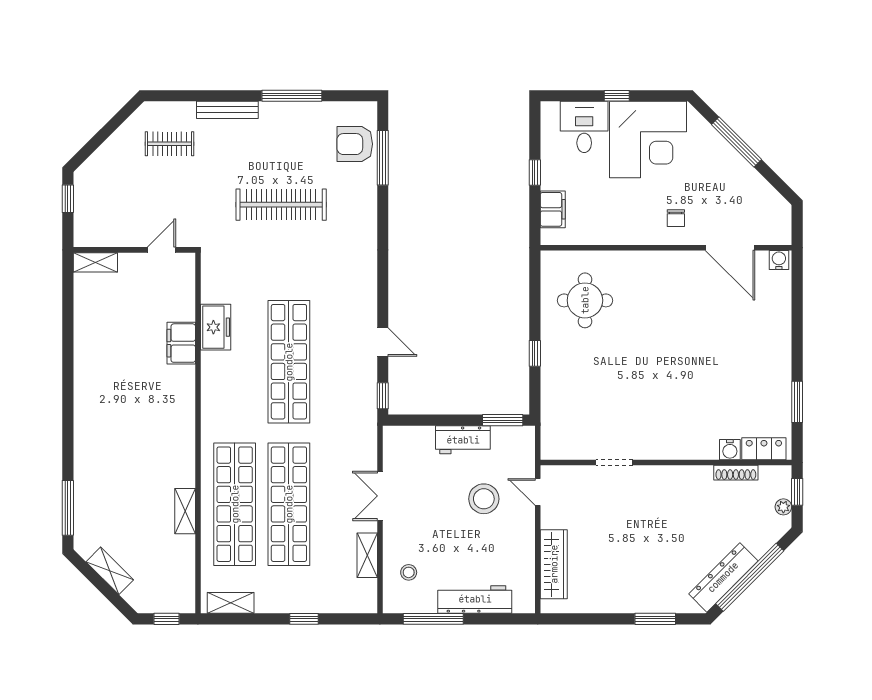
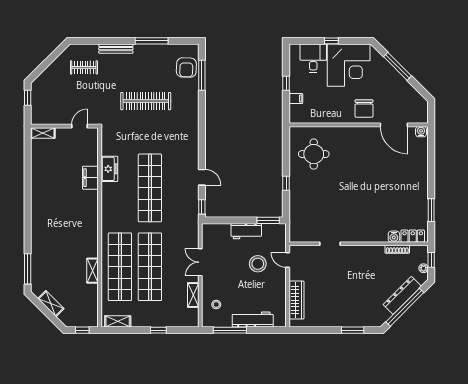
armchair: (355, 144) -> (186, 68), turned -88
filing cabinet: (553, 209) -> (296, 99), width x0.50
chair: (676, 218) -> (364, 108), width x1.87, depth x1.87
dresser: (723, 577) -> (402, 295), moved

